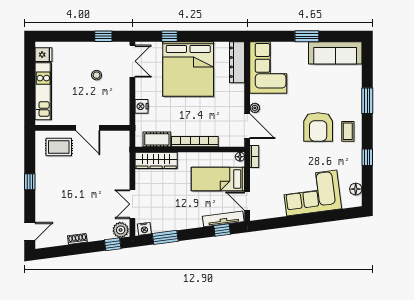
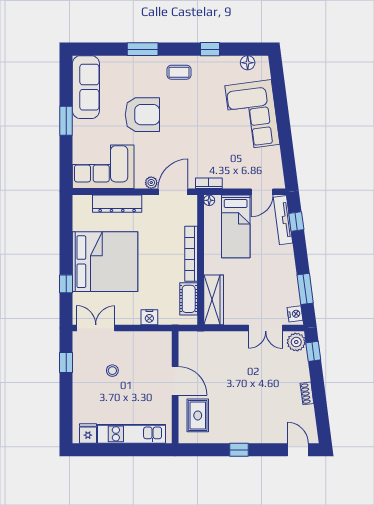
dresser: (237, 62) -> (117, 204), moved
armchair: (318, 127) -> (142, 115), moved
door: (88, 128) -> (175, 381), hinge flipped

